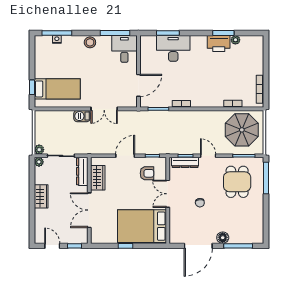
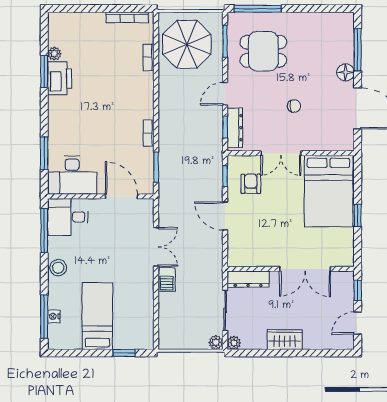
desk: (173, 48) -> (72, 175), moved, turned -90
bed: (57, 89) -> (97, 316), moved
wardrobe: (98, 178) -> (257, 256), removed

